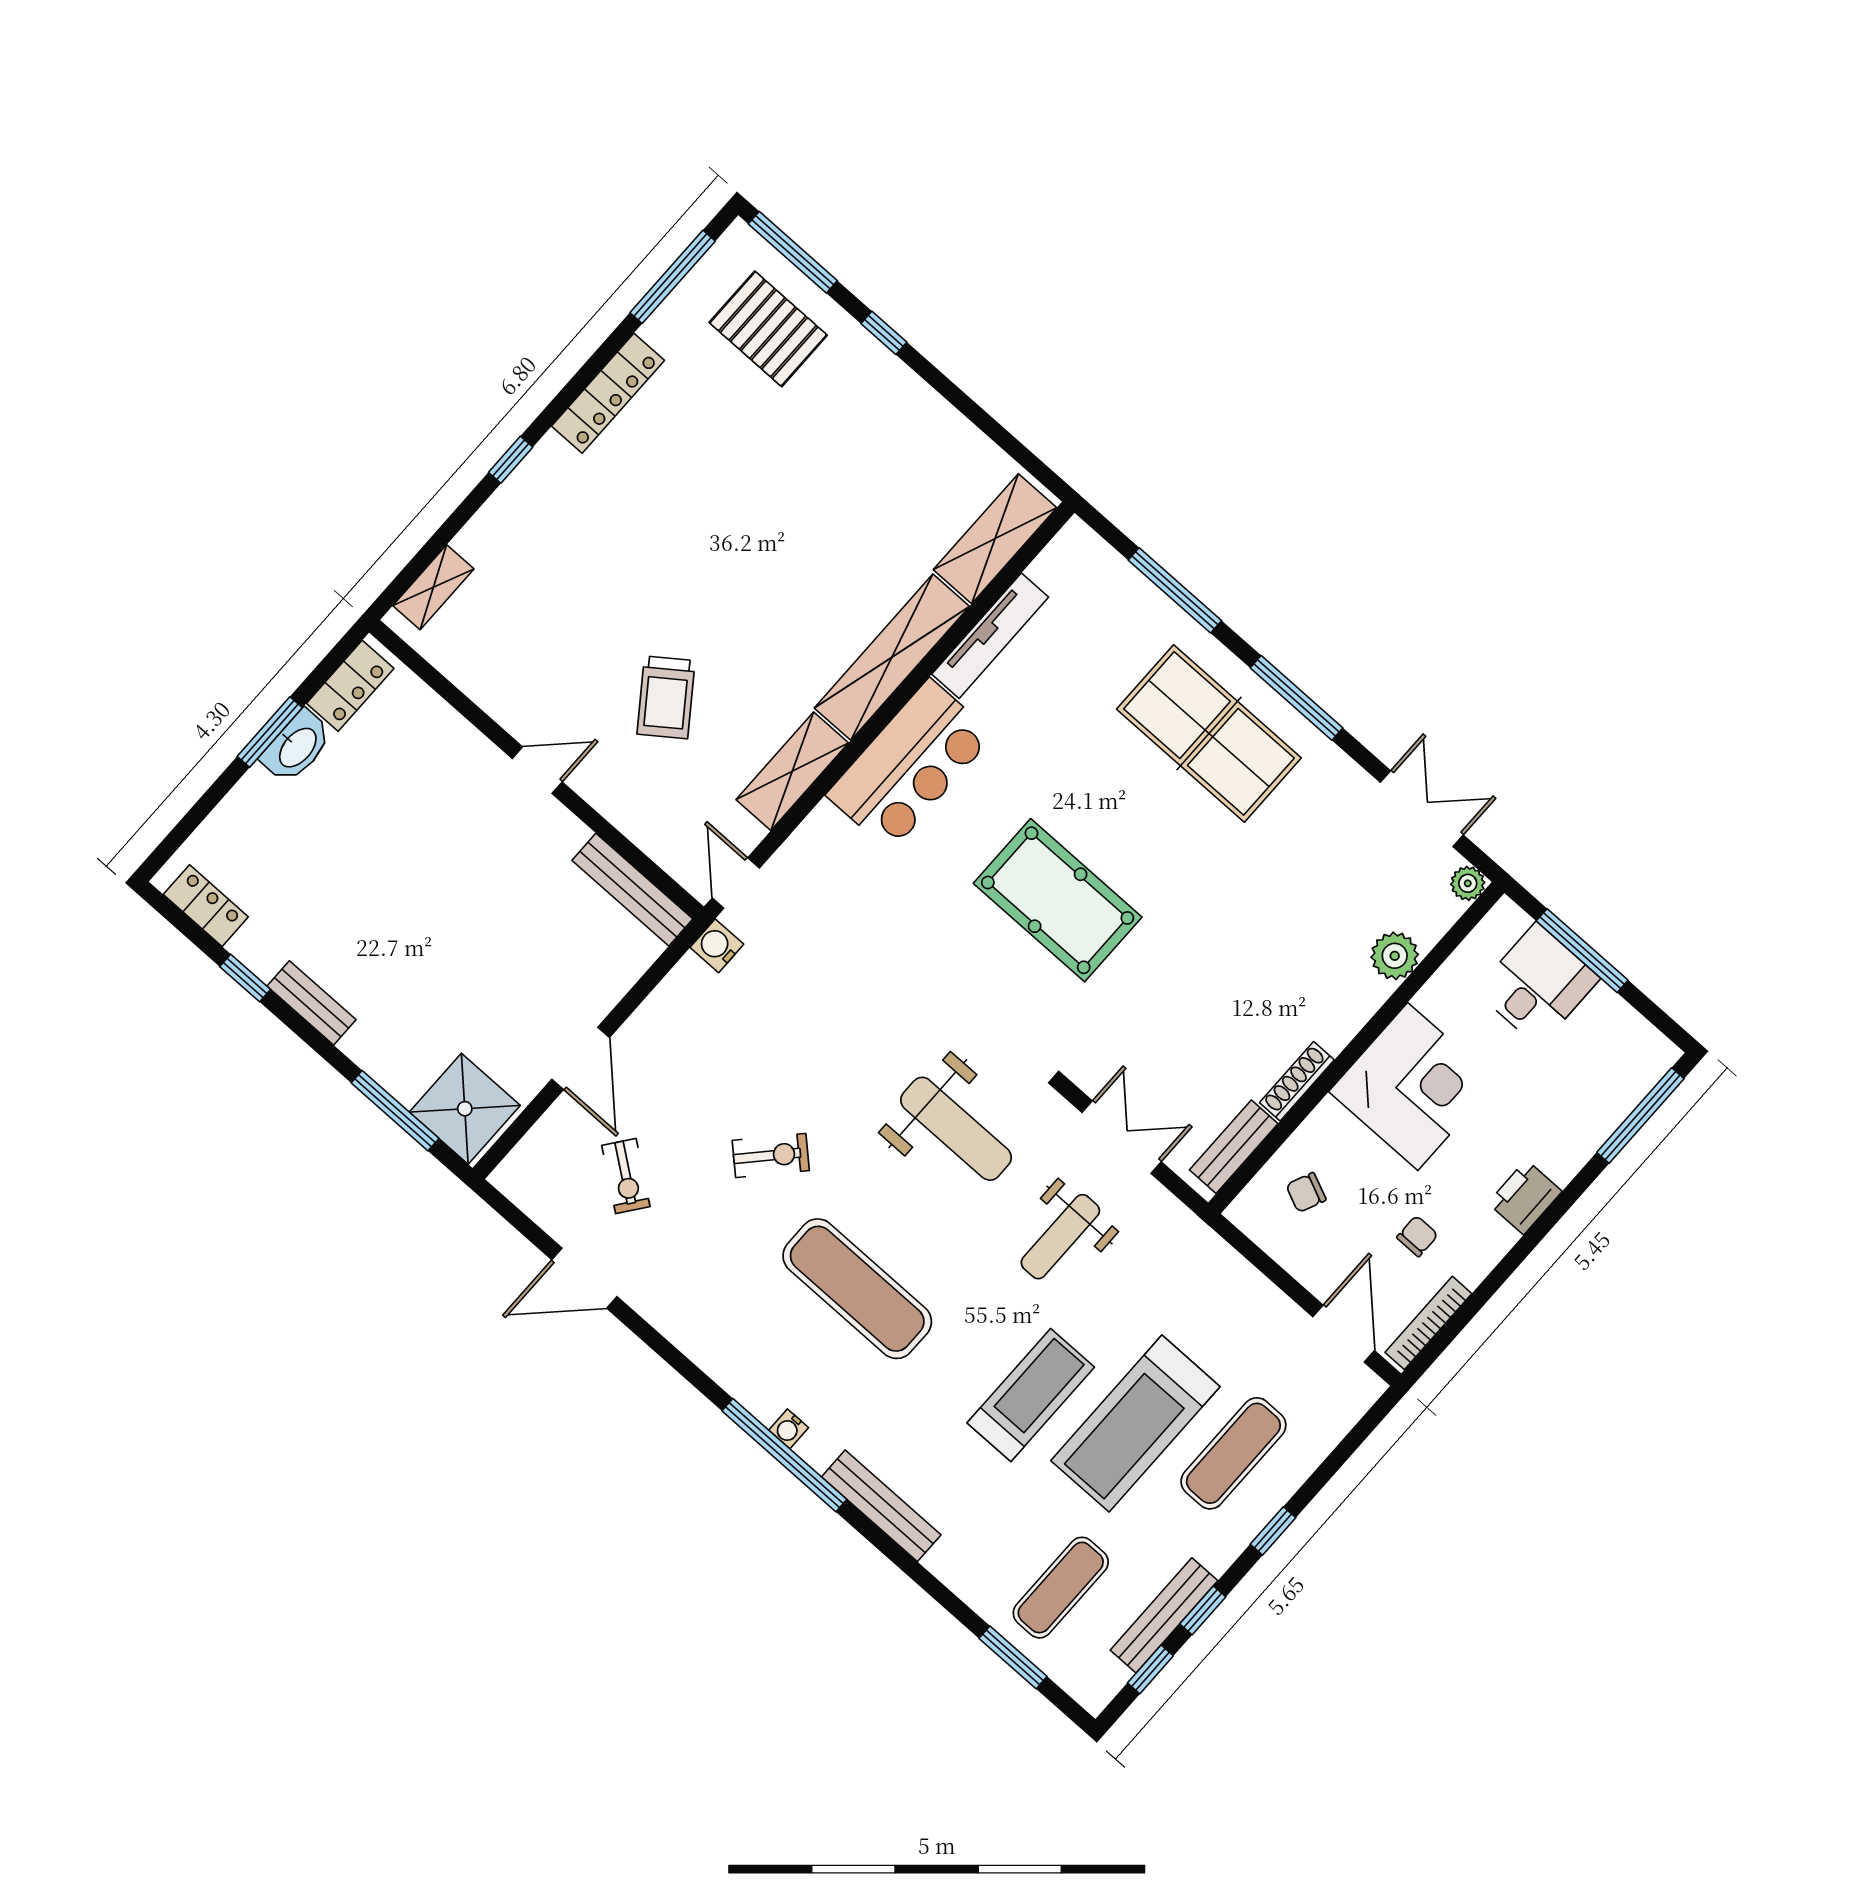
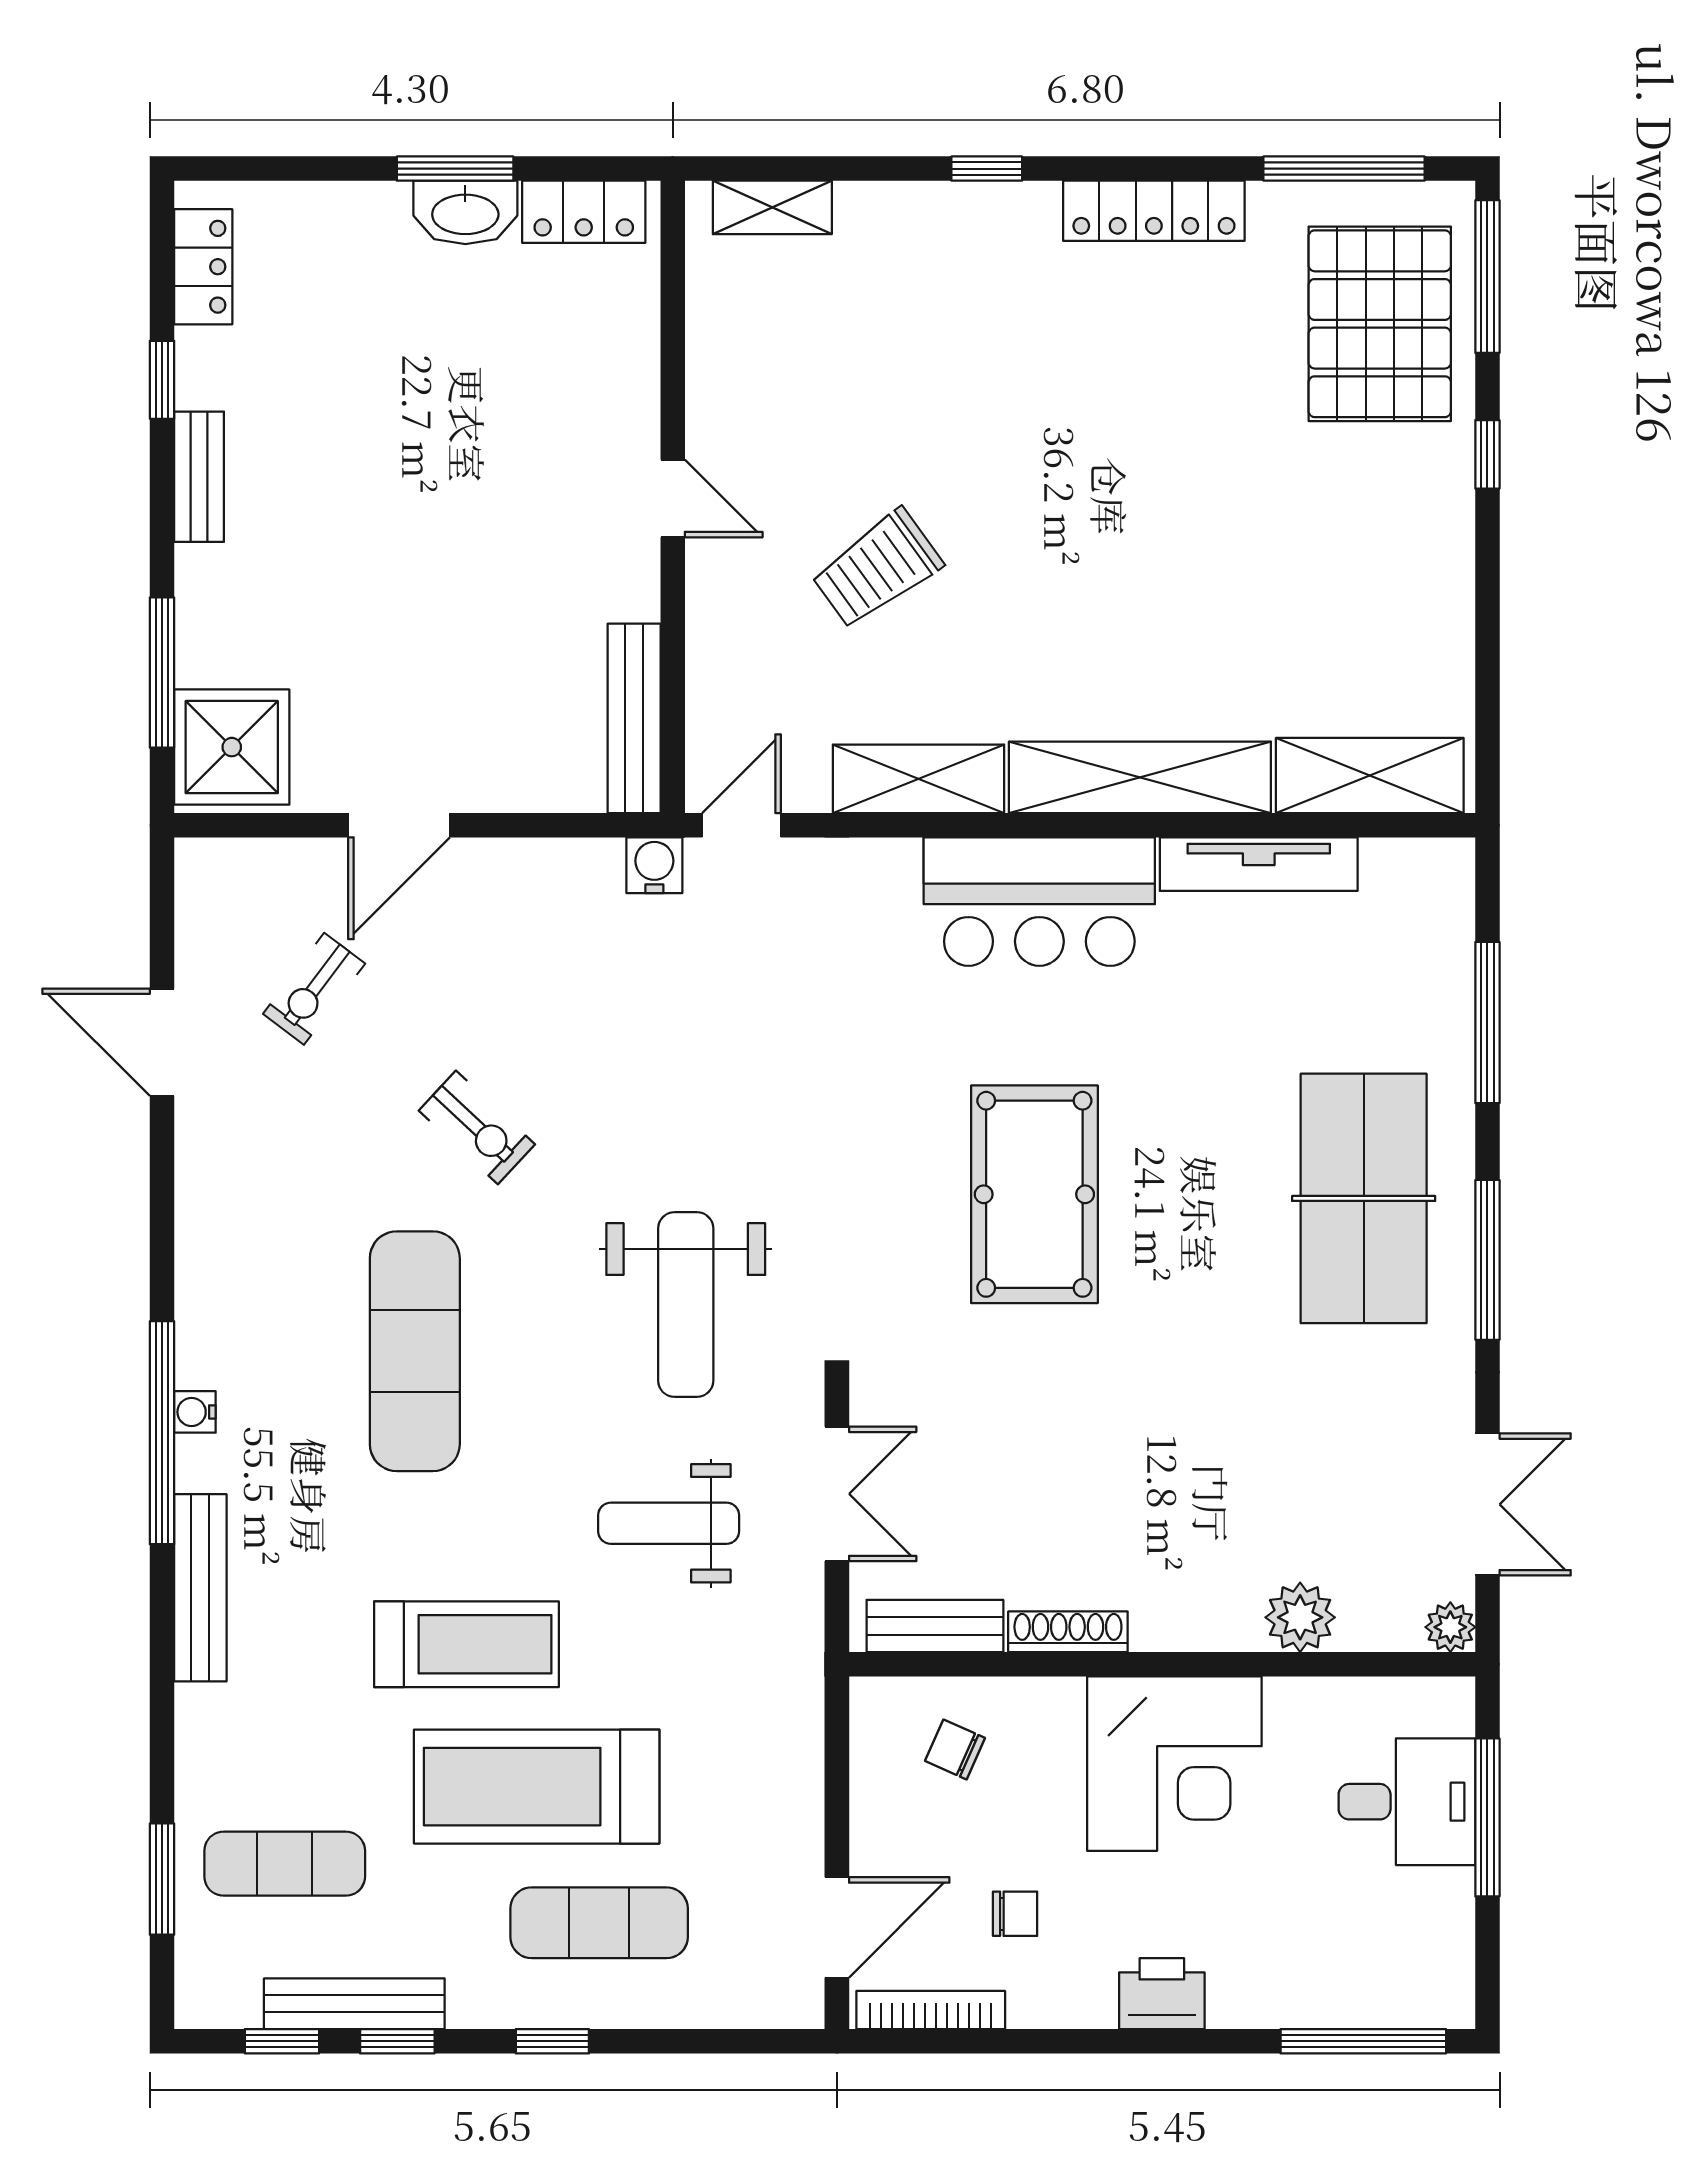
pallet: (768, 329) -> (1380, 324), width x1.37, depth x1.41

